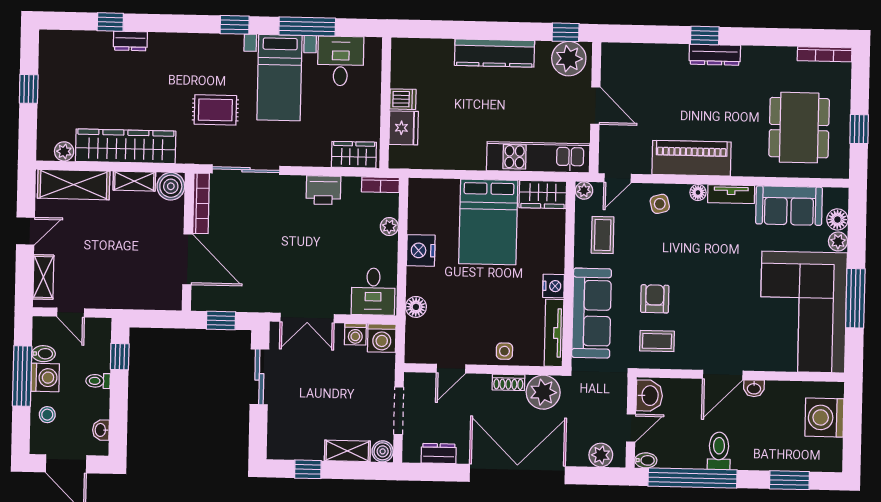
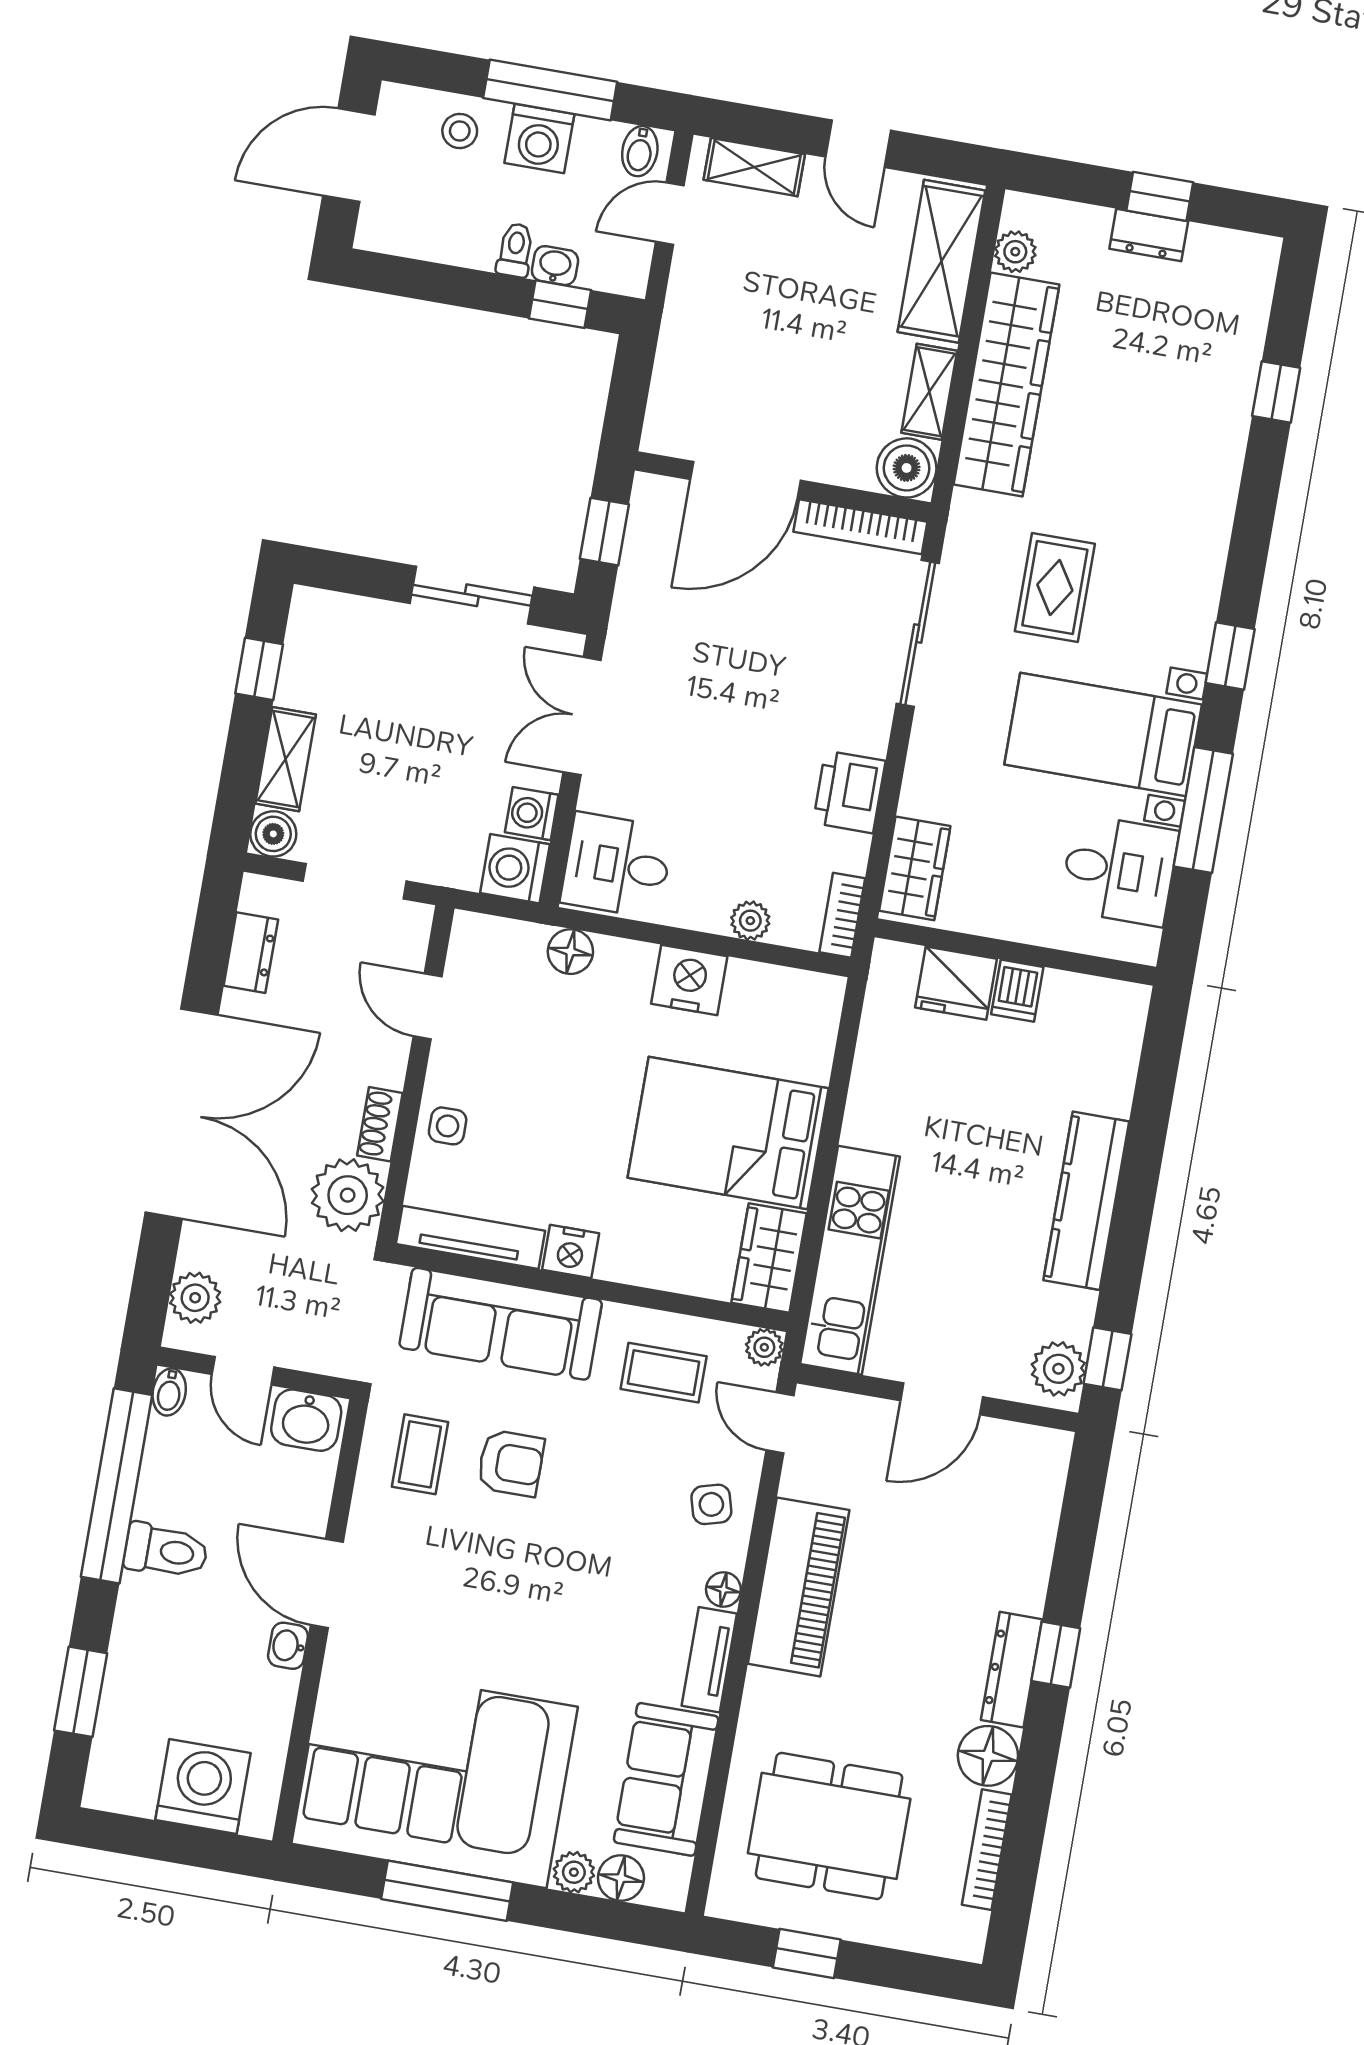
dresser: (130, 41) -> (1149, 235), moved, turned -90
bookcase: (825, 54) -> (987, 1850), moved
plant: (569, 59) -> (1058, 1369), width x0.73, depth x0.73
floor lamp: (756, 60) -> (988, 1756), added
bidet: (43, 354) -> (640, 151), moved
washbasin: (101, 430) -> (555, 266), moved

